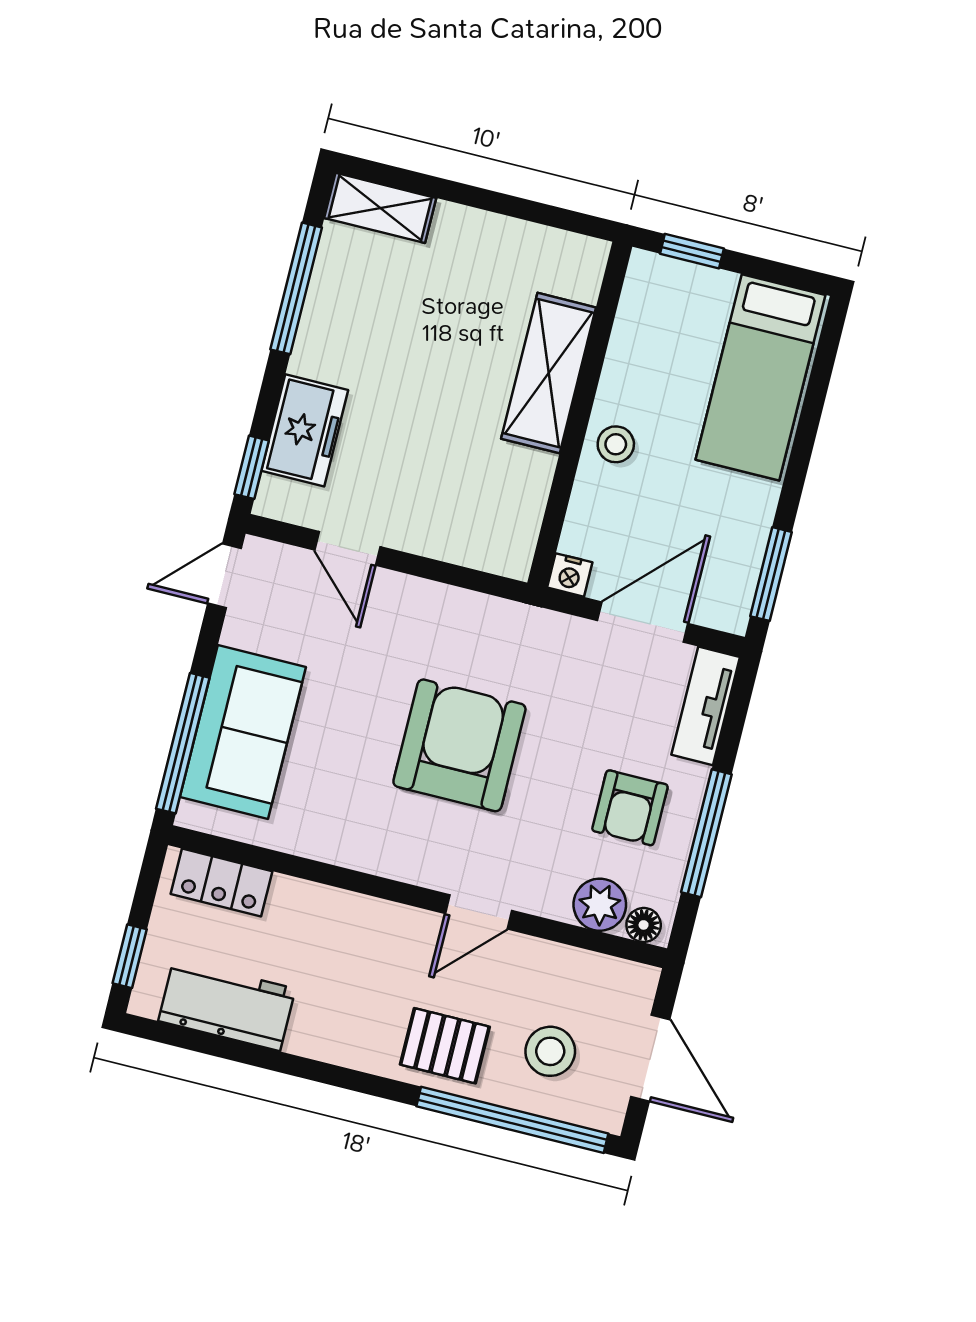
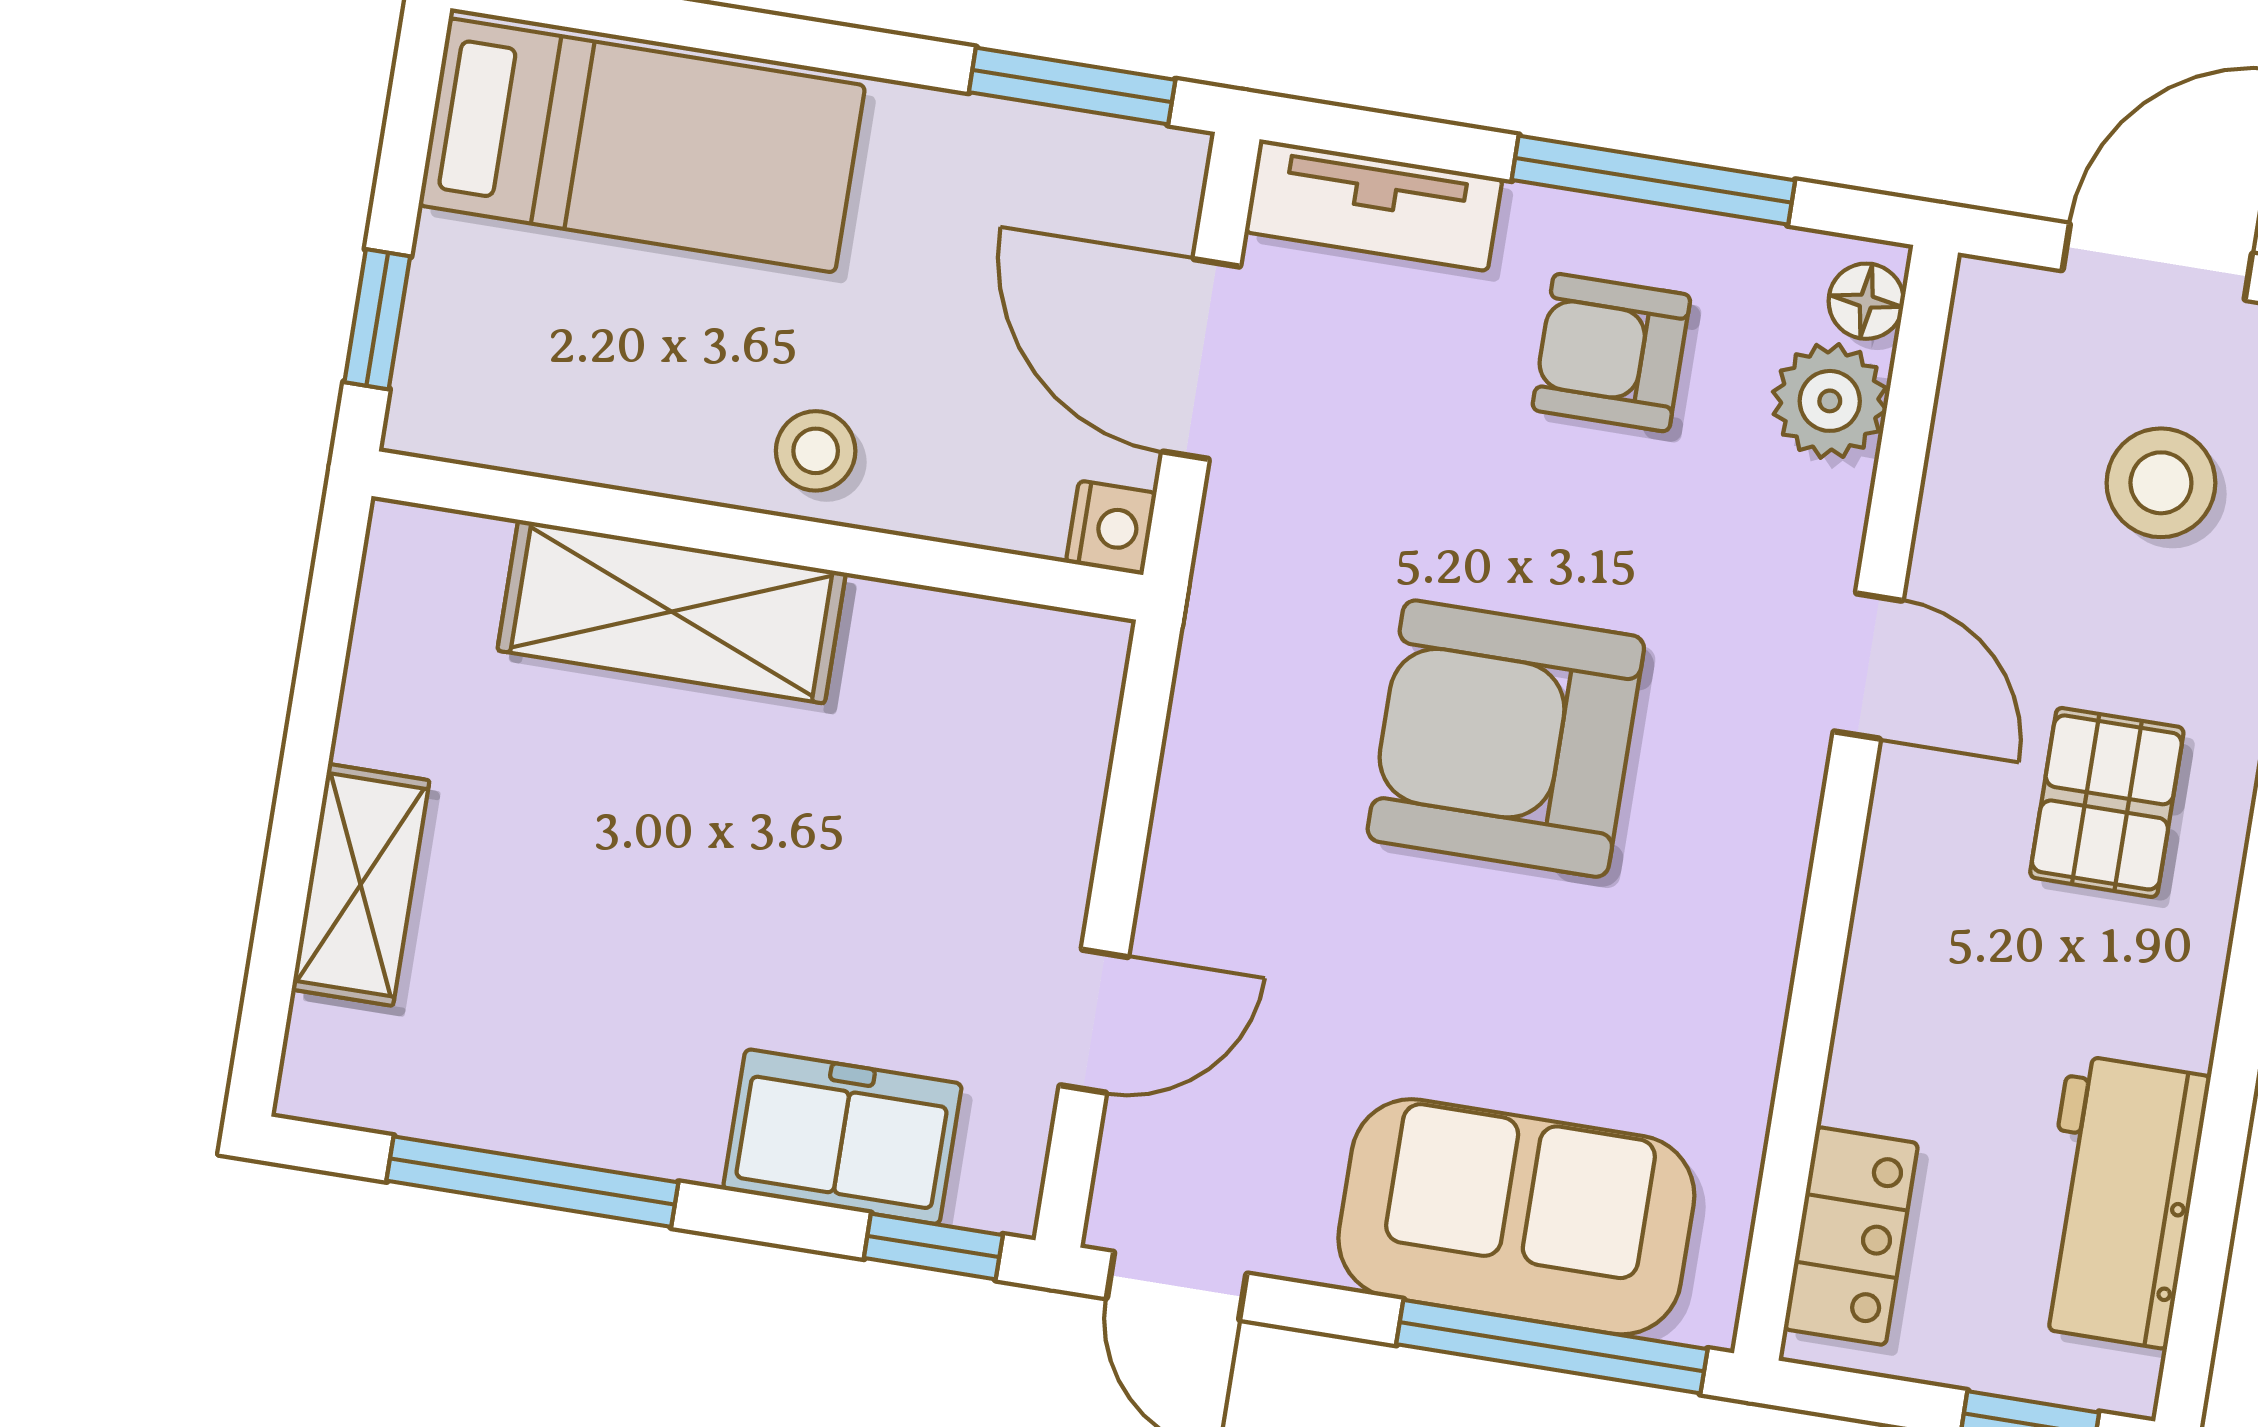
shelving: (380, 208) -> (361, 885), moved
armchair: (630, 808) -> (1611, 353), turned 180
pallet: (445, 1046) -> (2107, 802), moved

